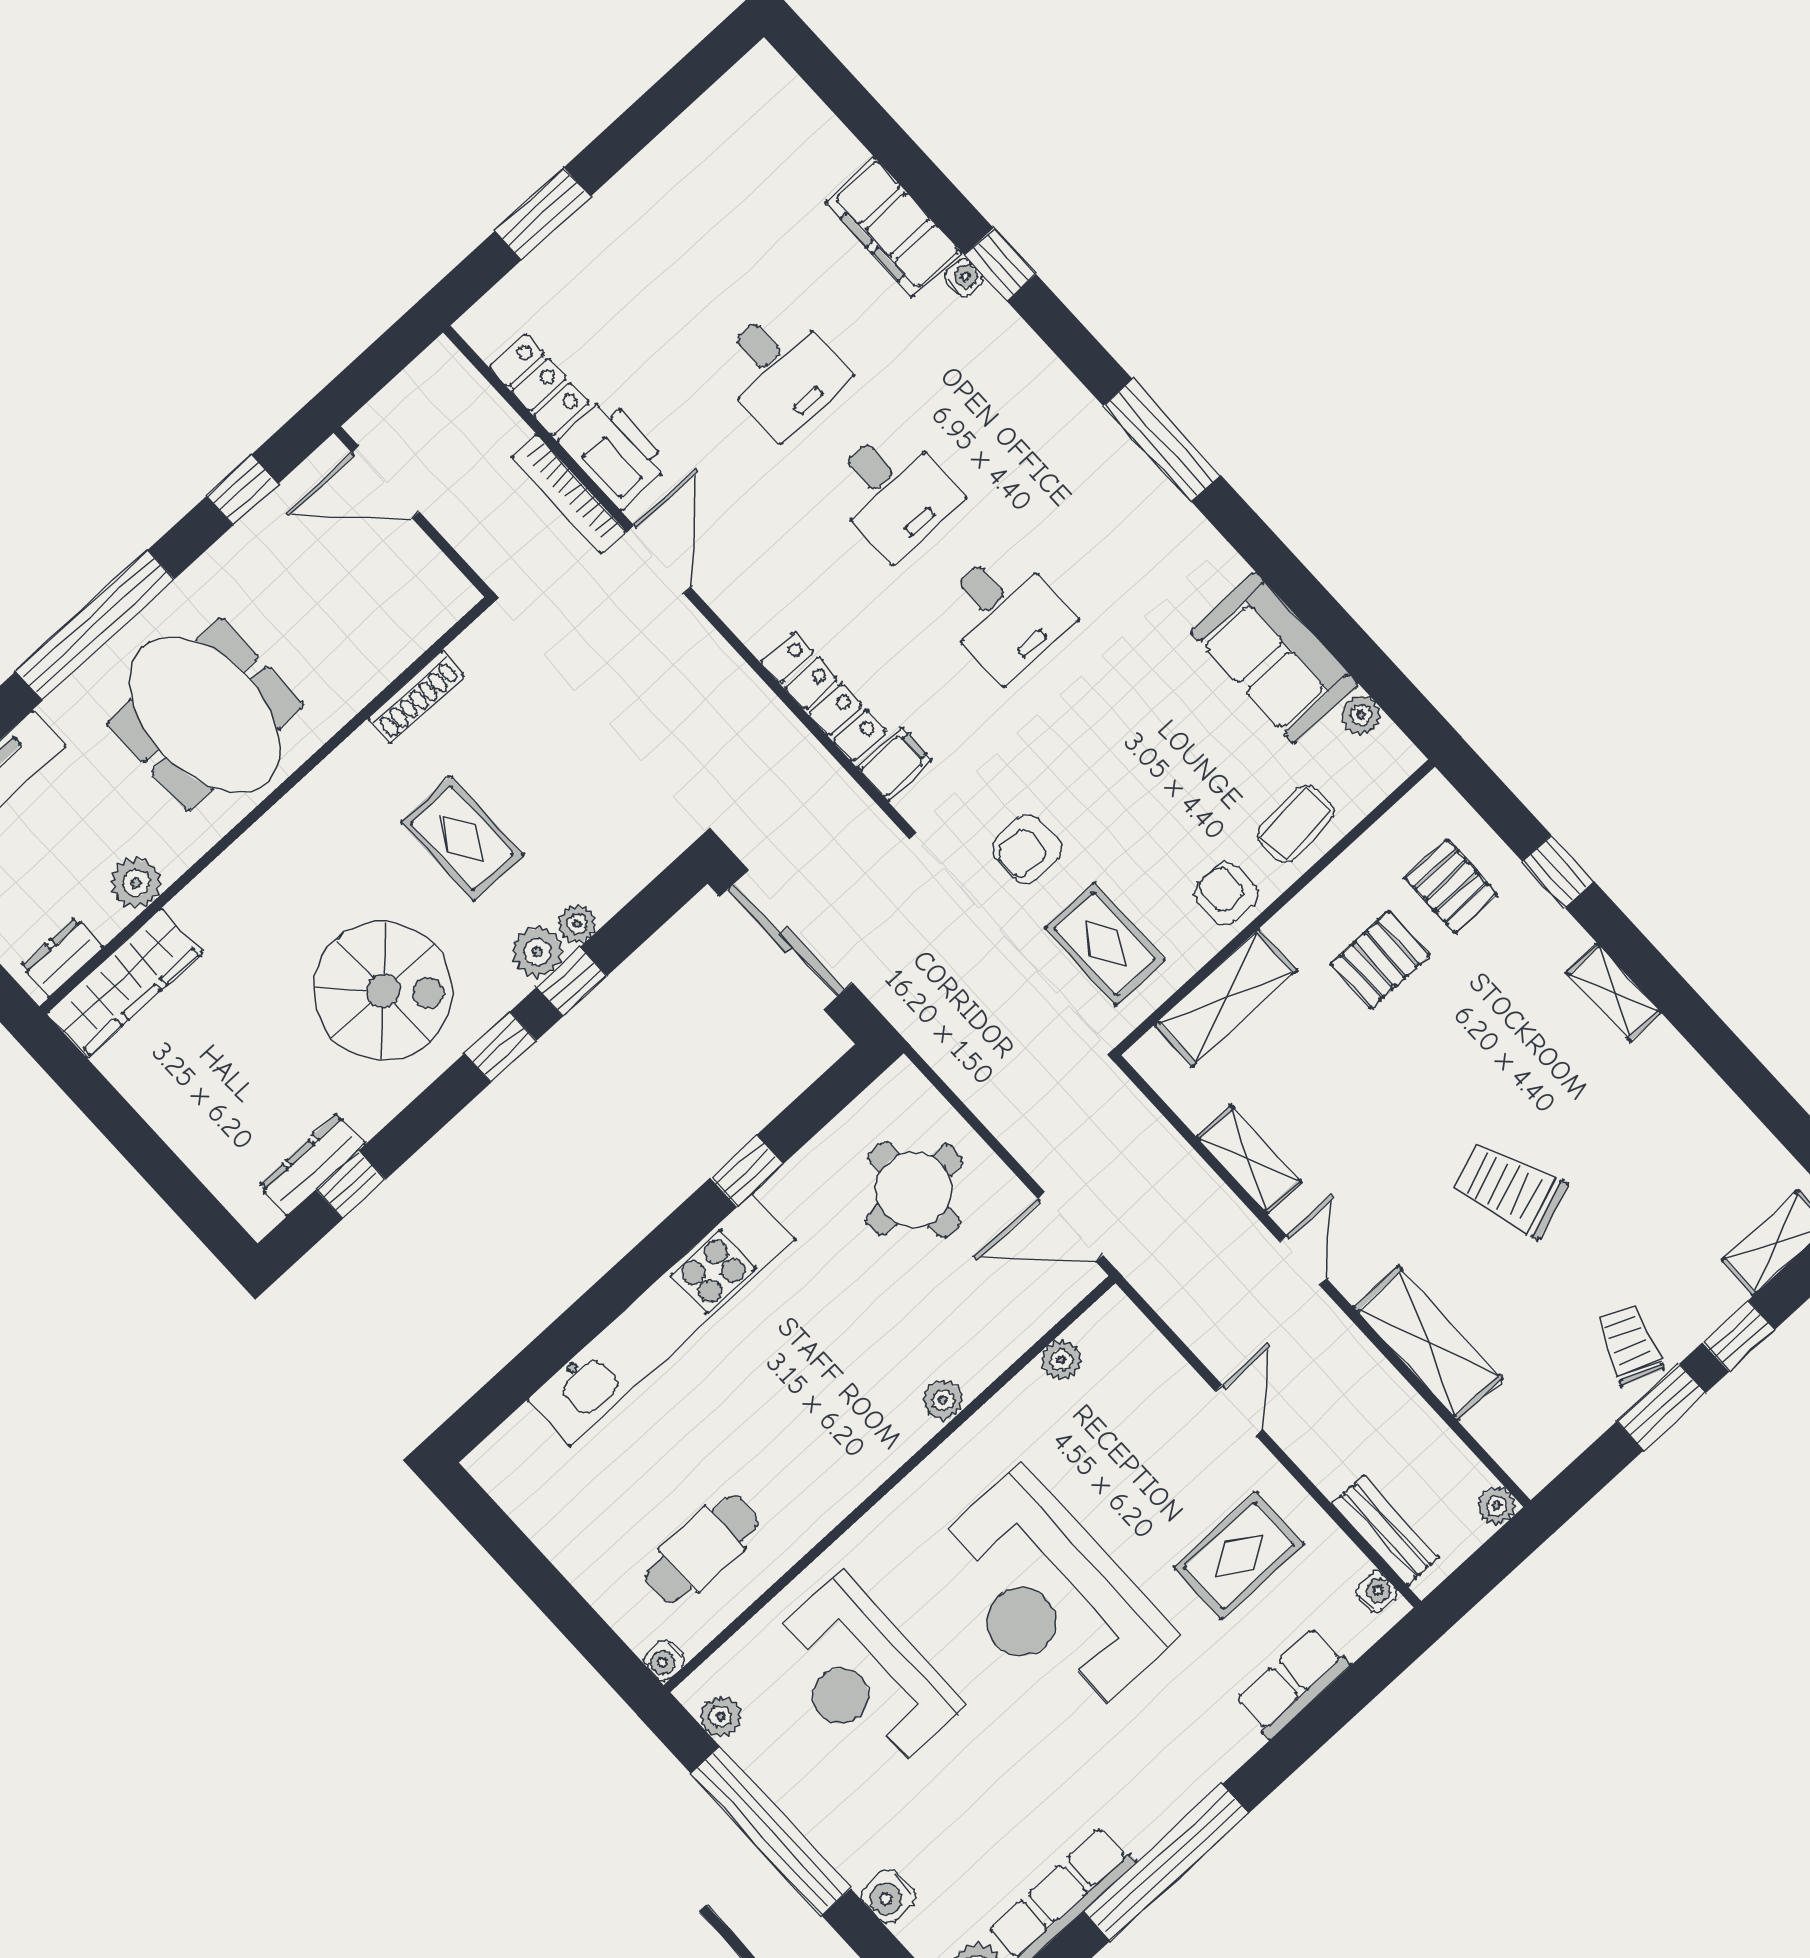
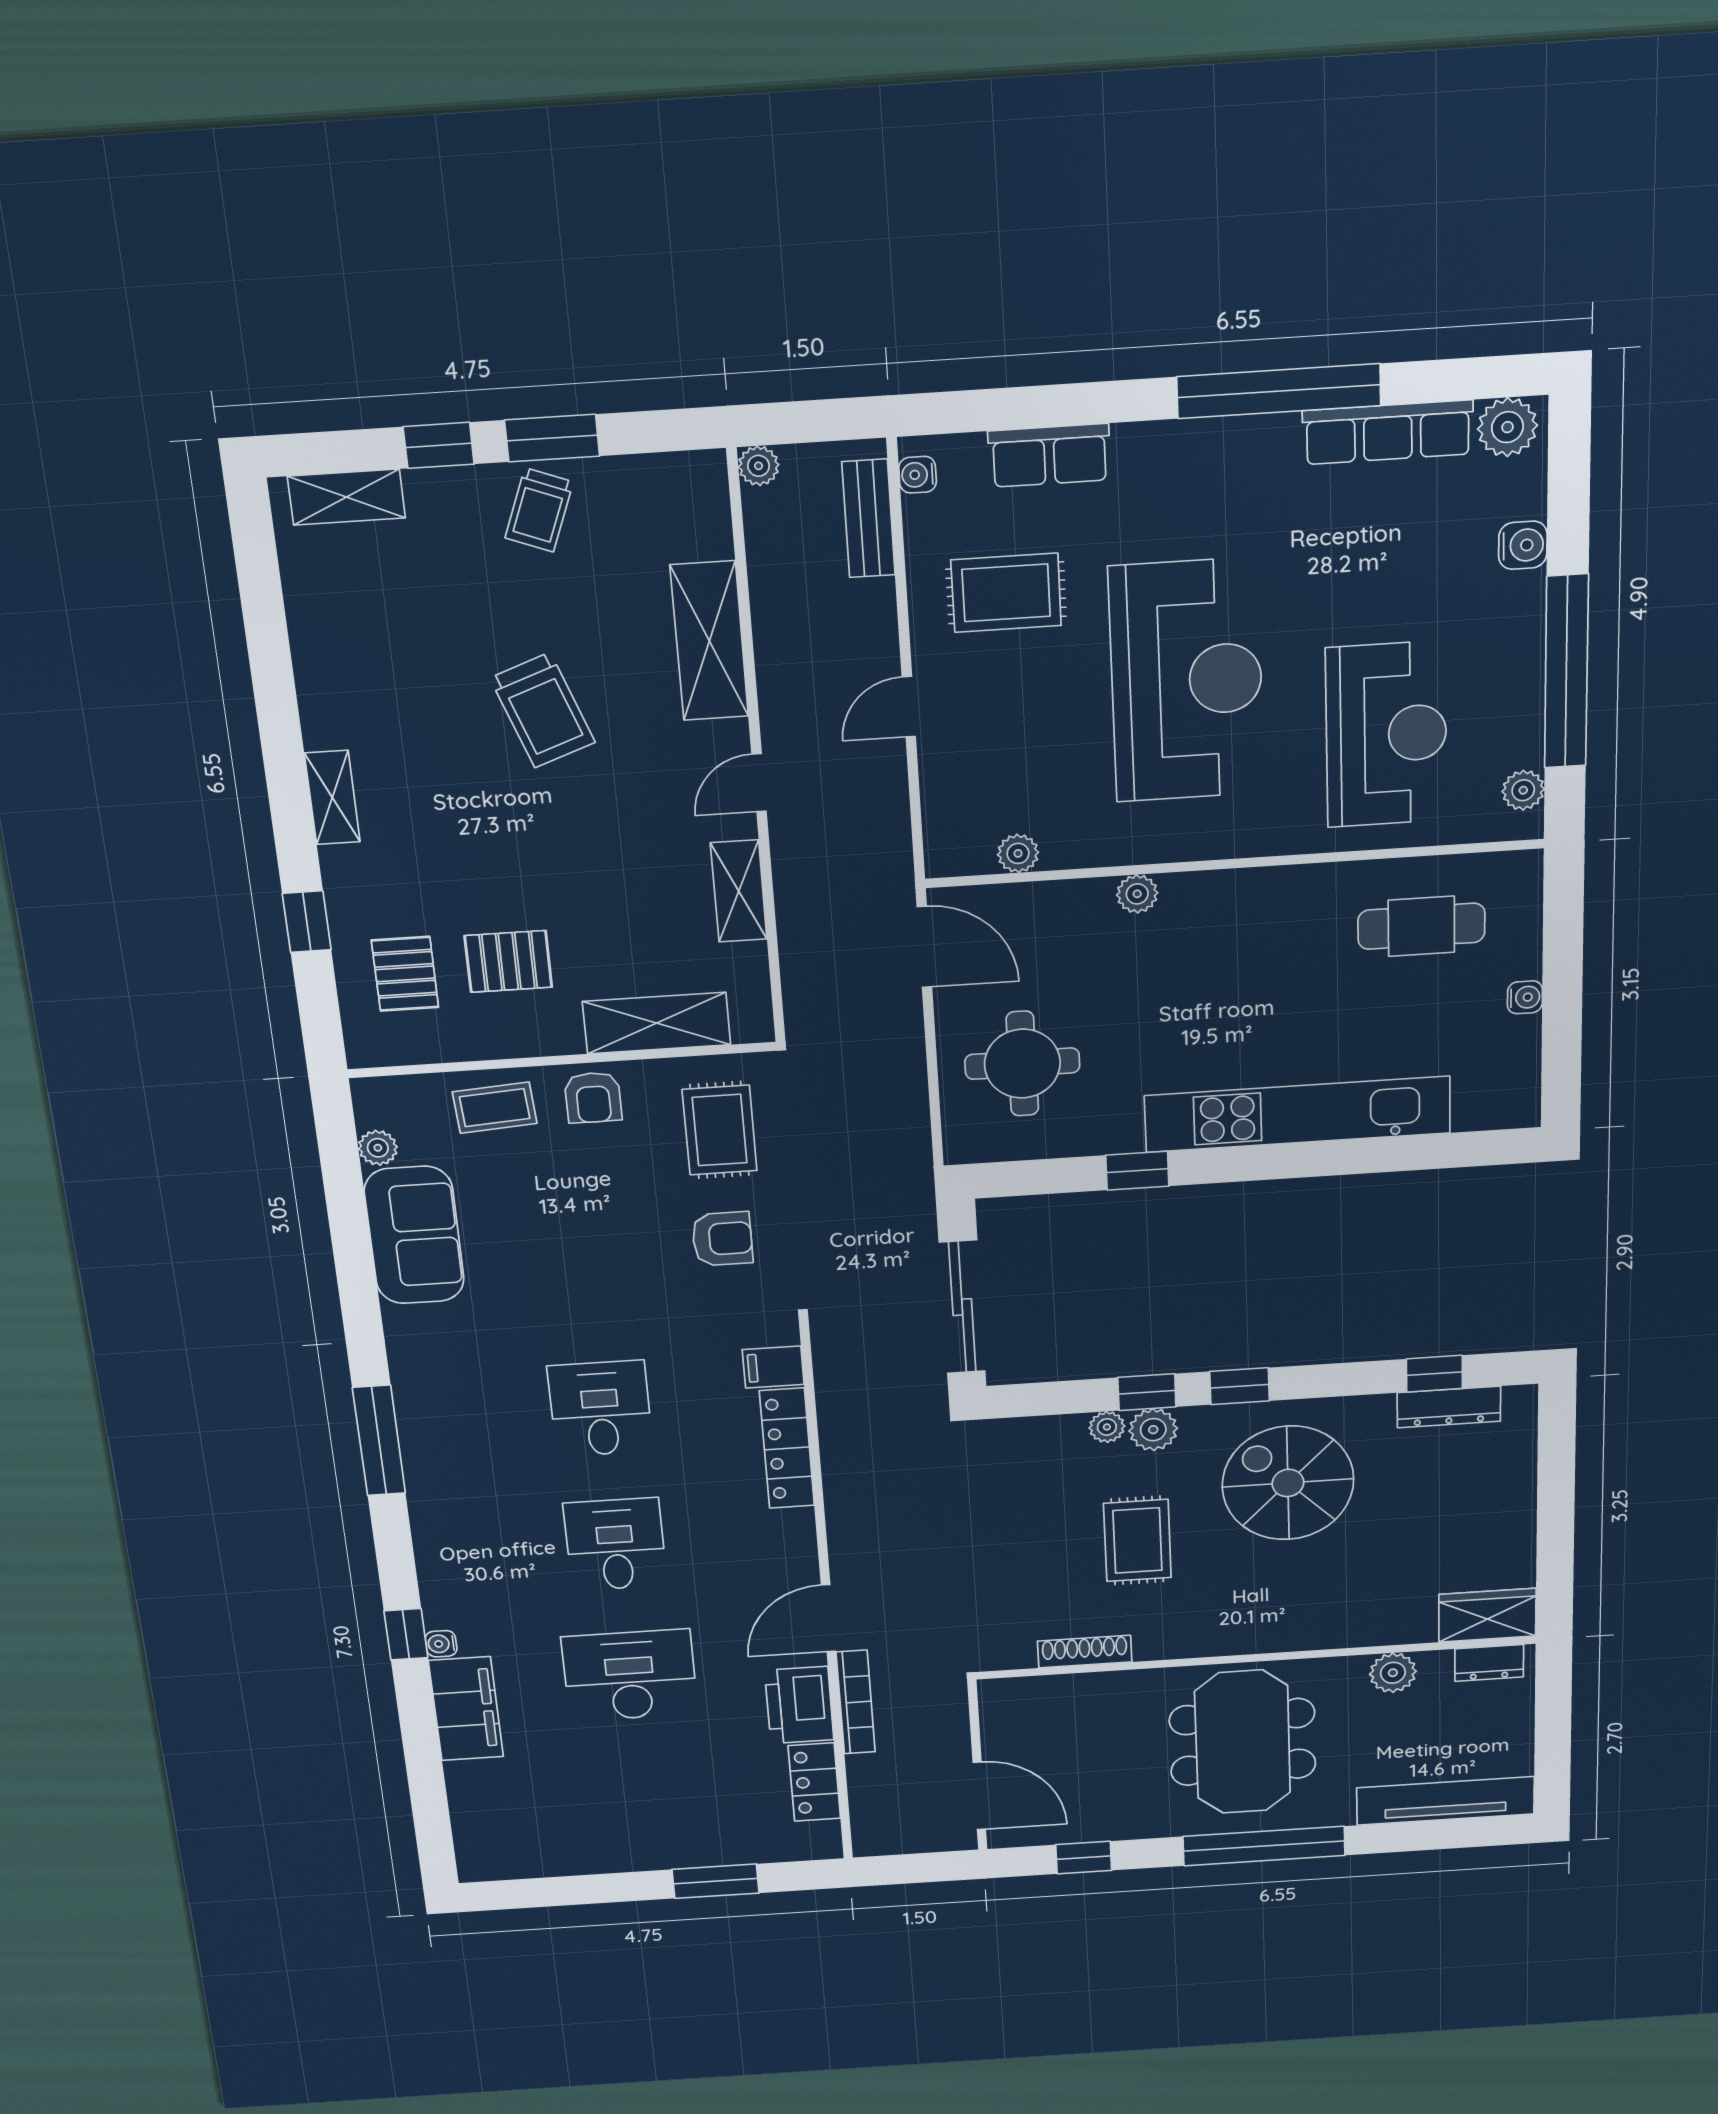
desk: (781, 370) -> (630, 1675), width x1.37
wardrobe: (124, 983) -> (1487, 1615), width x0.67
water cooler: (664, 1660) -> (1525, 997), moved

